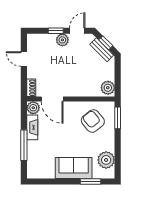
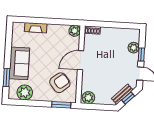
plant: (62, 40) -> (134, 48), moved
door: (24, 59) -> (118, 25), removed
door: (52, 99) -> (81, 60), moved
fireplace: (32, 127) -> (36, 28), moved
window: (24, 145) -> (42, 21), removed

